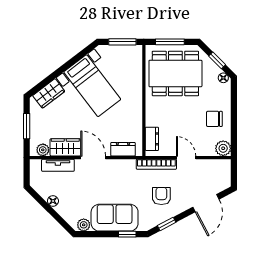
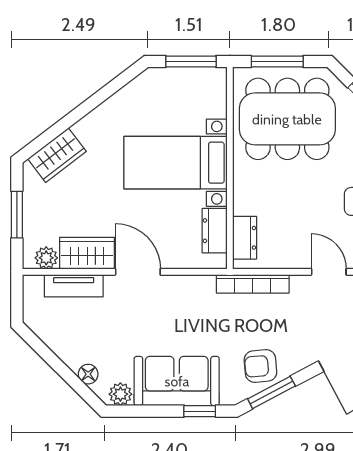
bed with nightstands: (92, 86) -> (176, 163), moved, turned 127
dresser: (123, 149) -> (215, 231), moved, turned -90
door: (186, 158) -> (329, 272), moved
armchair: (161, 196) -> (260, 366), moved, turned -95
floor lamp: (53, 201) -> (88, 374), moved
window: (167, 224) -> (271, 392), width x1.50

